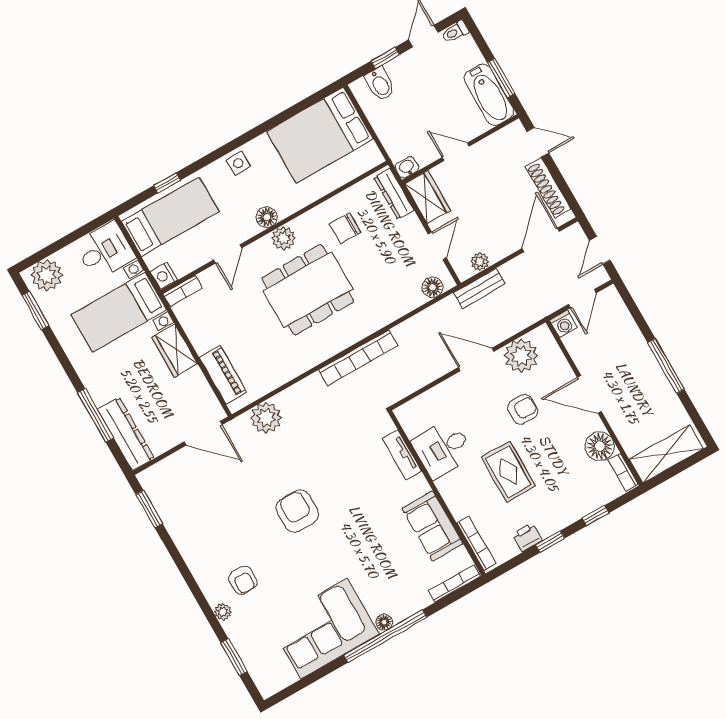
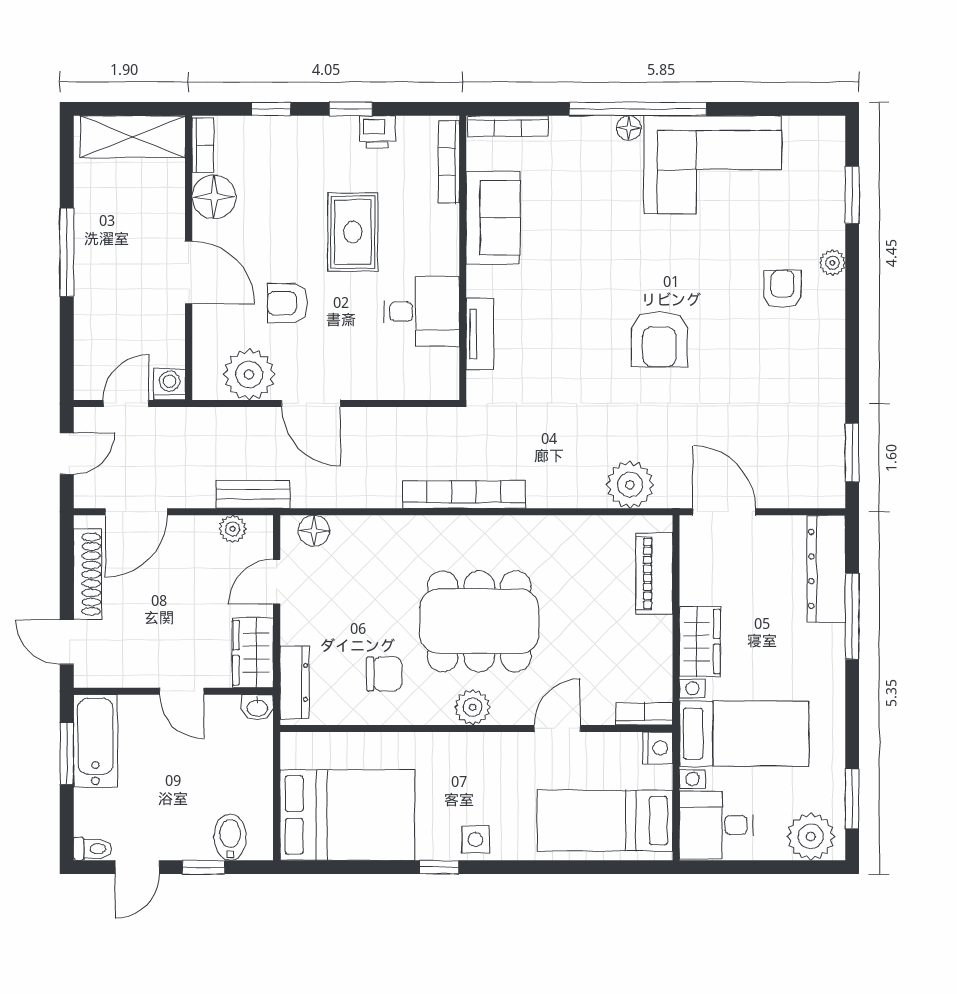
window: (167, 183) -> (439, 867), moved
floor lamp: (267, 217) -> (479, 747), removed

